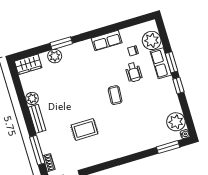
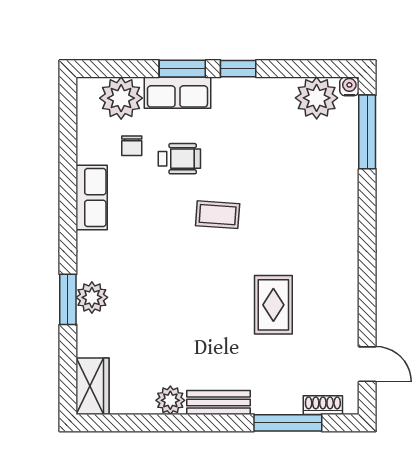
plant: (55, 56) -> (92, 297), moved
window: (168, 147) -> (367, 132), width x1.44

